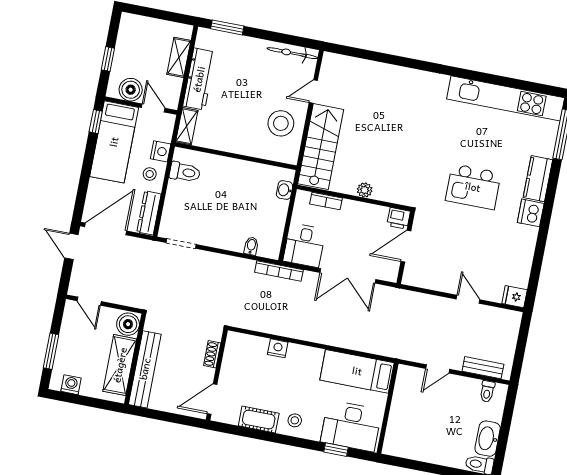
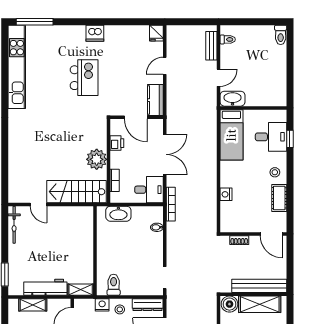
stool: (281, 123) -> (66, 223), removed
kitchen counter: (538, 179) -> (155, 100), moved, turned 90
washbasin: (285, 190) -> (118, 214), width x1.91, depth x1.45
plant: (365, 190) -> (97, 159), width x1.88, depth x1.88
printer: (399, 218) -> (117, 143), moved
door: (438, 369) -> (218, 78), hinge flipped
desk: (351, 426) -> (271, 137), width x0.73
washbasin: (488, 439) -> (233, 99), moved, turned 180

